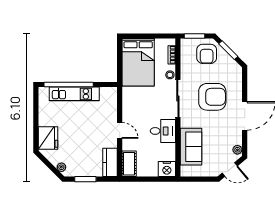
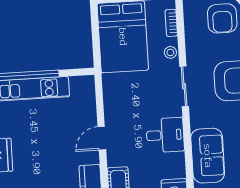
sliding door: (178, 99) -> (184, 86), width x0.73
door: (120, 130) -> (102, 138), swing flipped

